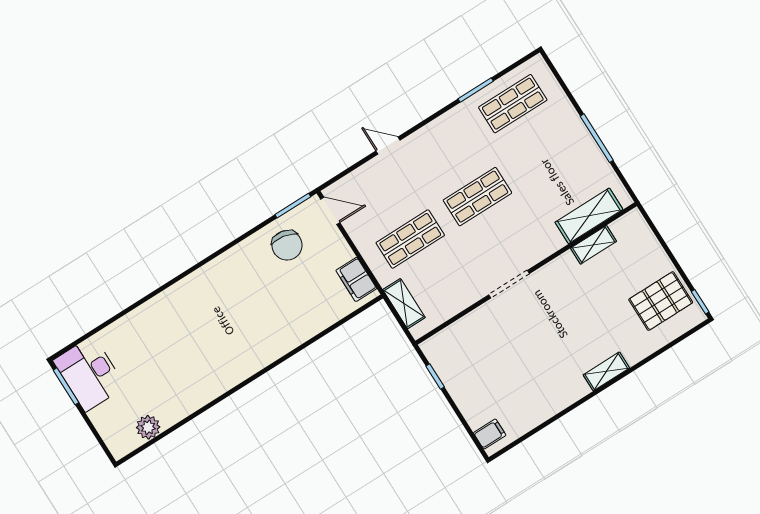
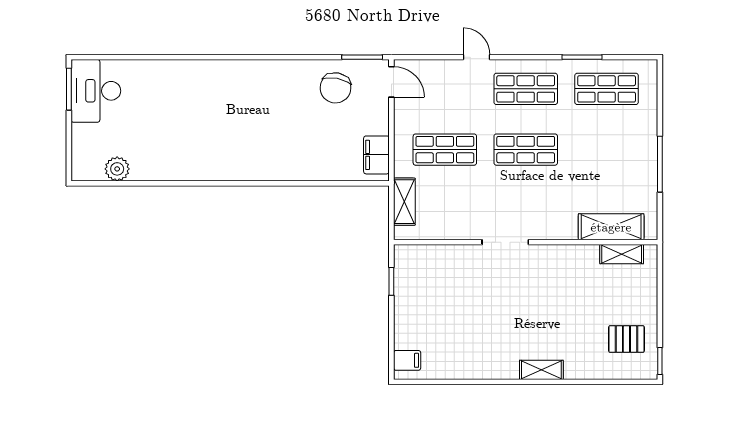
shop shelf: (446, 146) -> (526, 89), added
shelving: (593, 245) -> (622, 254), moved
pallet: (661, 301) -> (626, 339), width x0.67, depth x0.71

